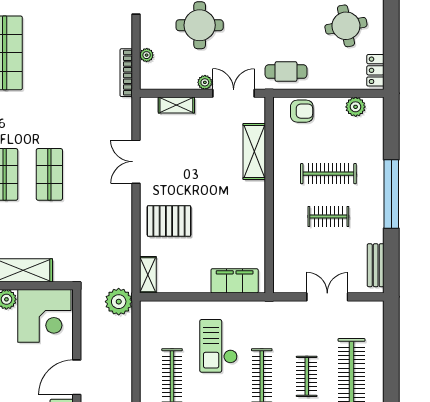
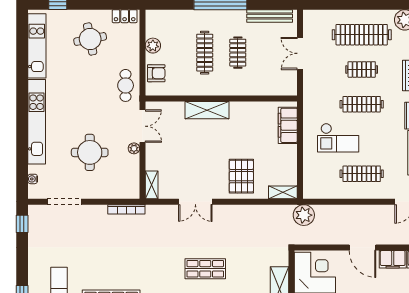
plant: (147, 55) -> (113, 193), removed
double door: (234, 93) -> (142, 126), swing flipped
shelving: (176, 105) -> (152, 185), moved
plant: (356, 107) -> (153, 46), moved
armchair: (302, 111) -> (156, 73), turned 90
shelving: (254, 151) -> (207, 110), moved
bench: (376, 265) -> (270, 16), width x1.36

